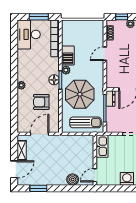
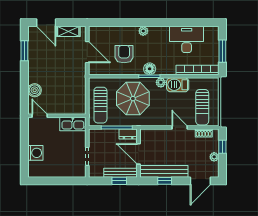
desk: (29, 34) -> (187, 39), moved
sun lounger: (87, 34) -> (202, 107), added

